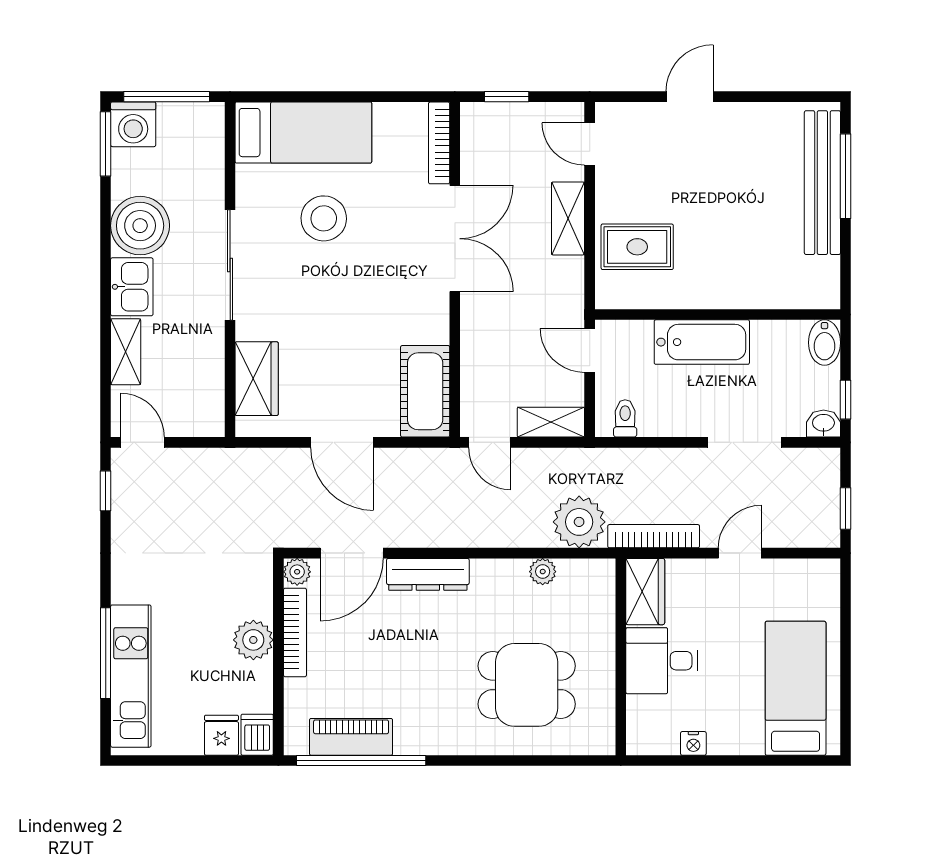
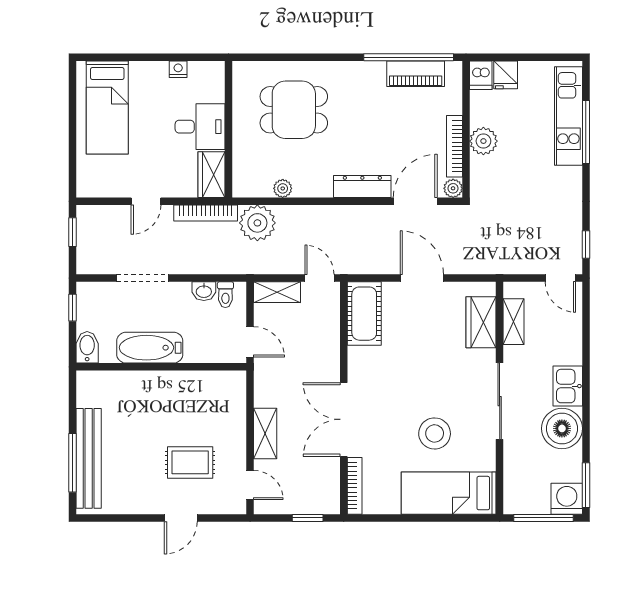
rug: (637, 247) -> (190, 462), moved
bathtub: (702, 342) -> (150, 348), moved
shelving: (126, 352) -> (514, 322), moved
washbasin: (823, 424) -> (204, 291), moved

